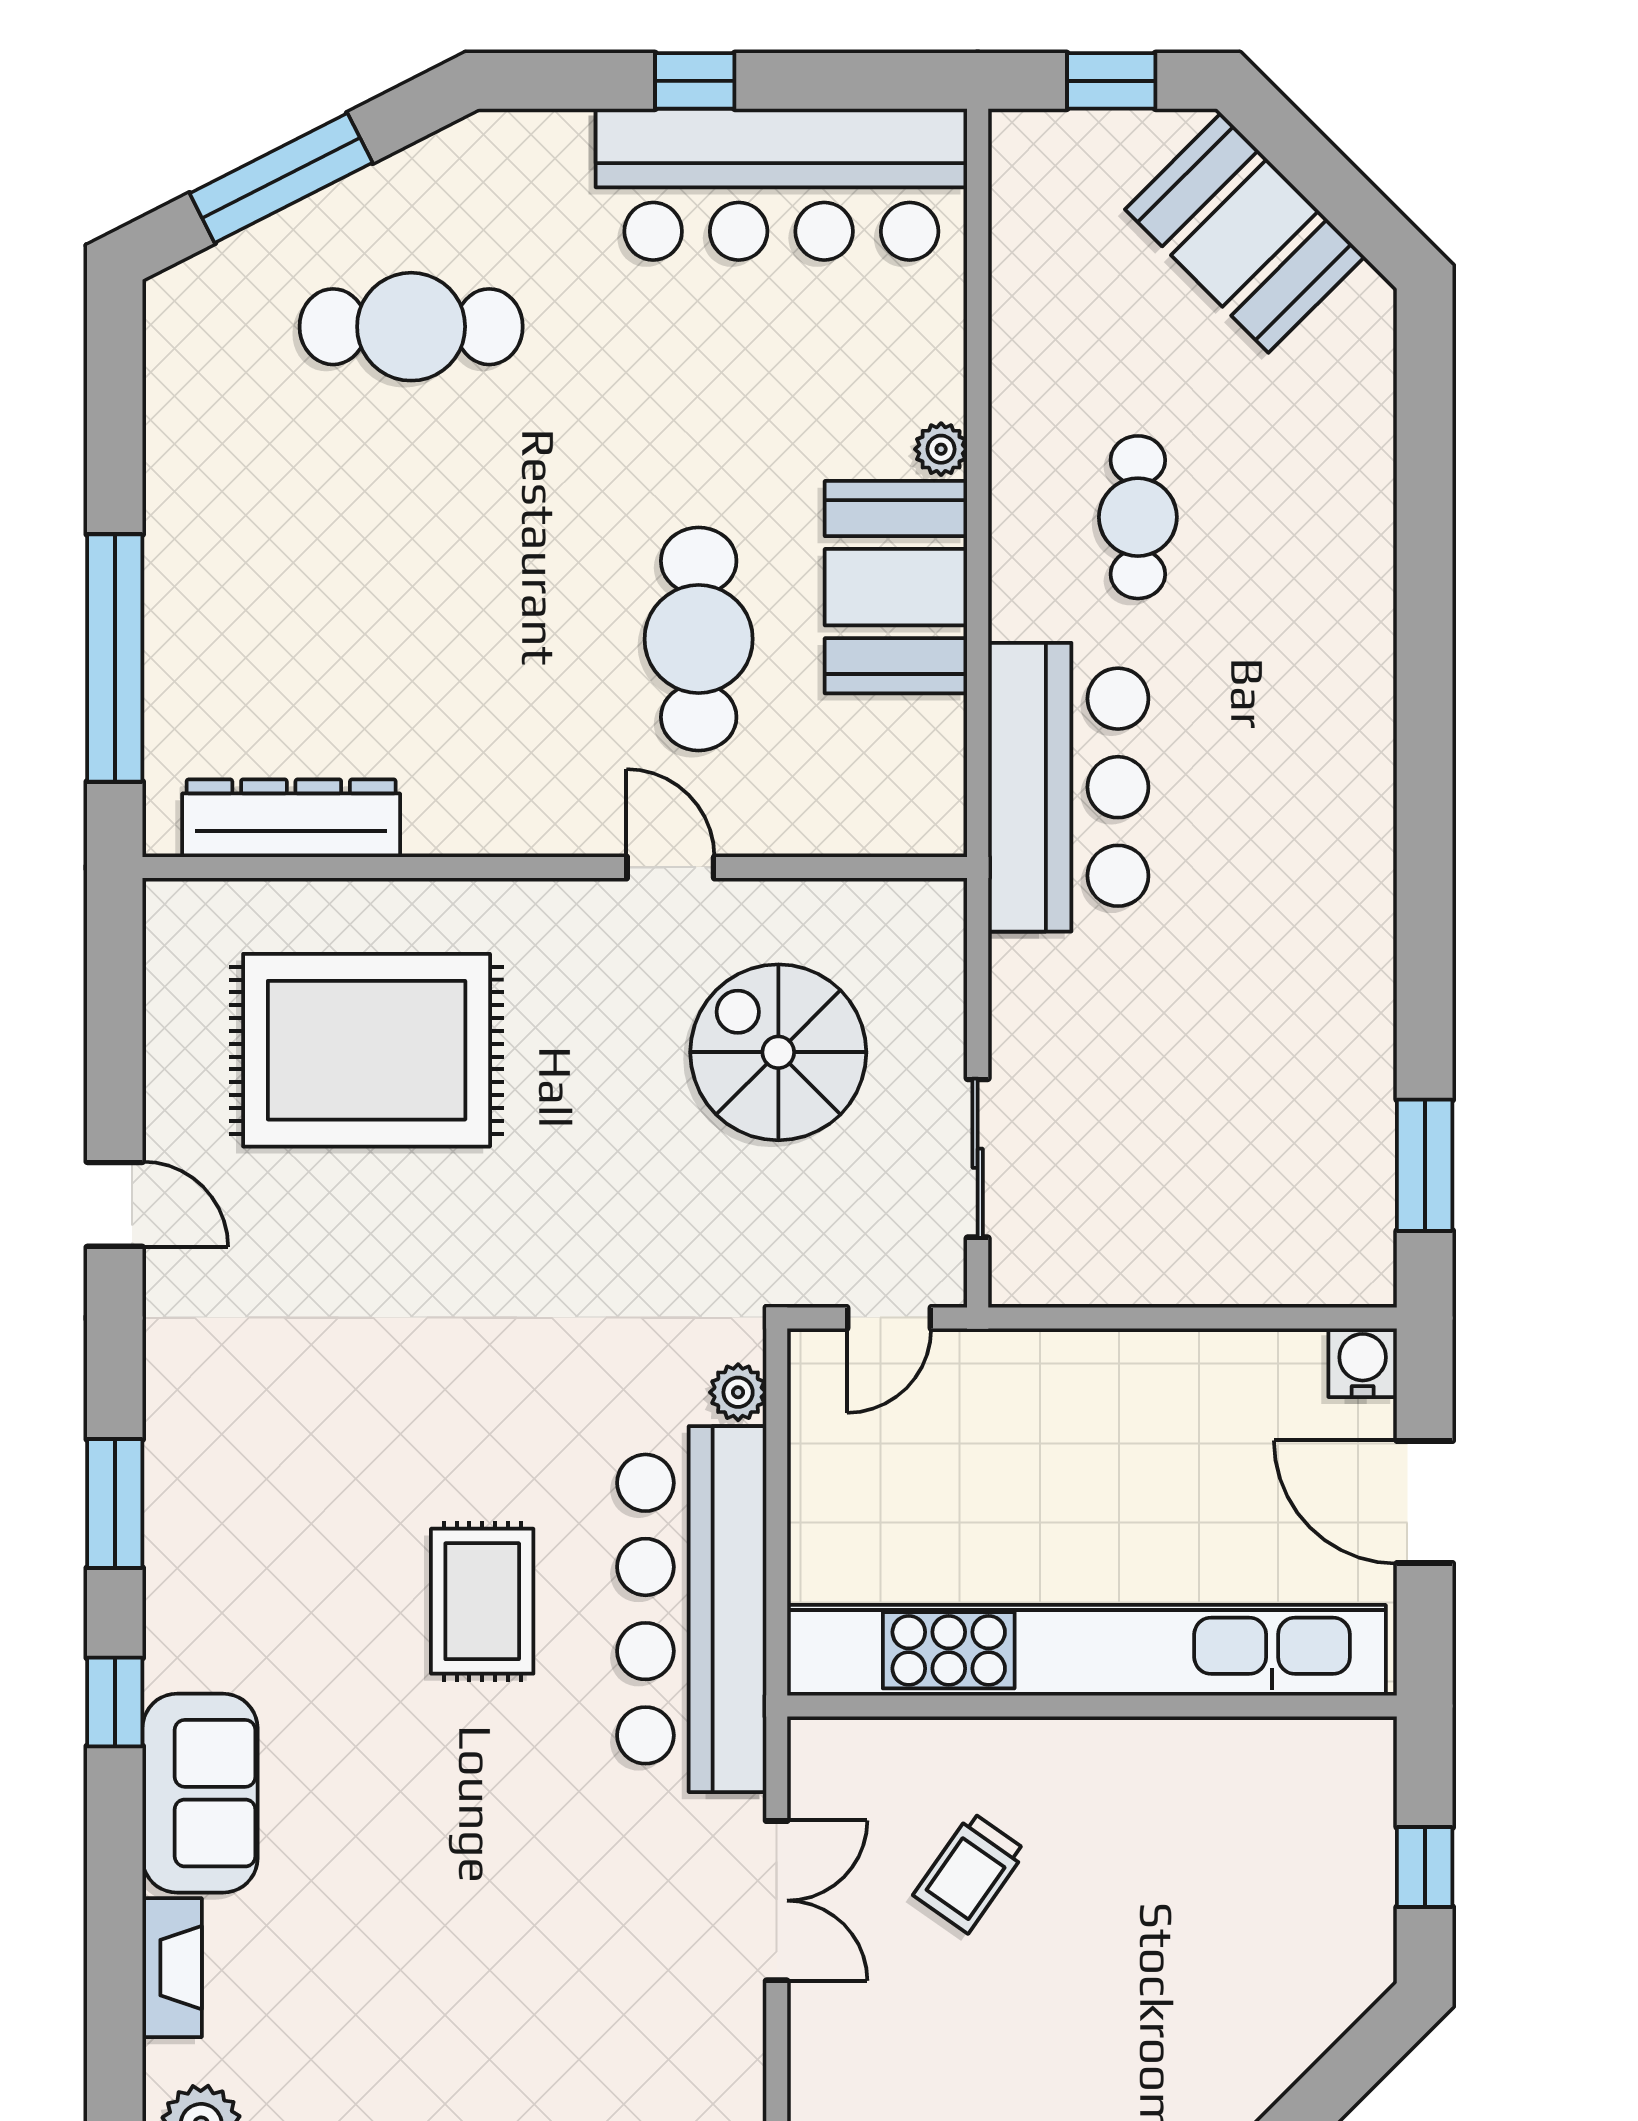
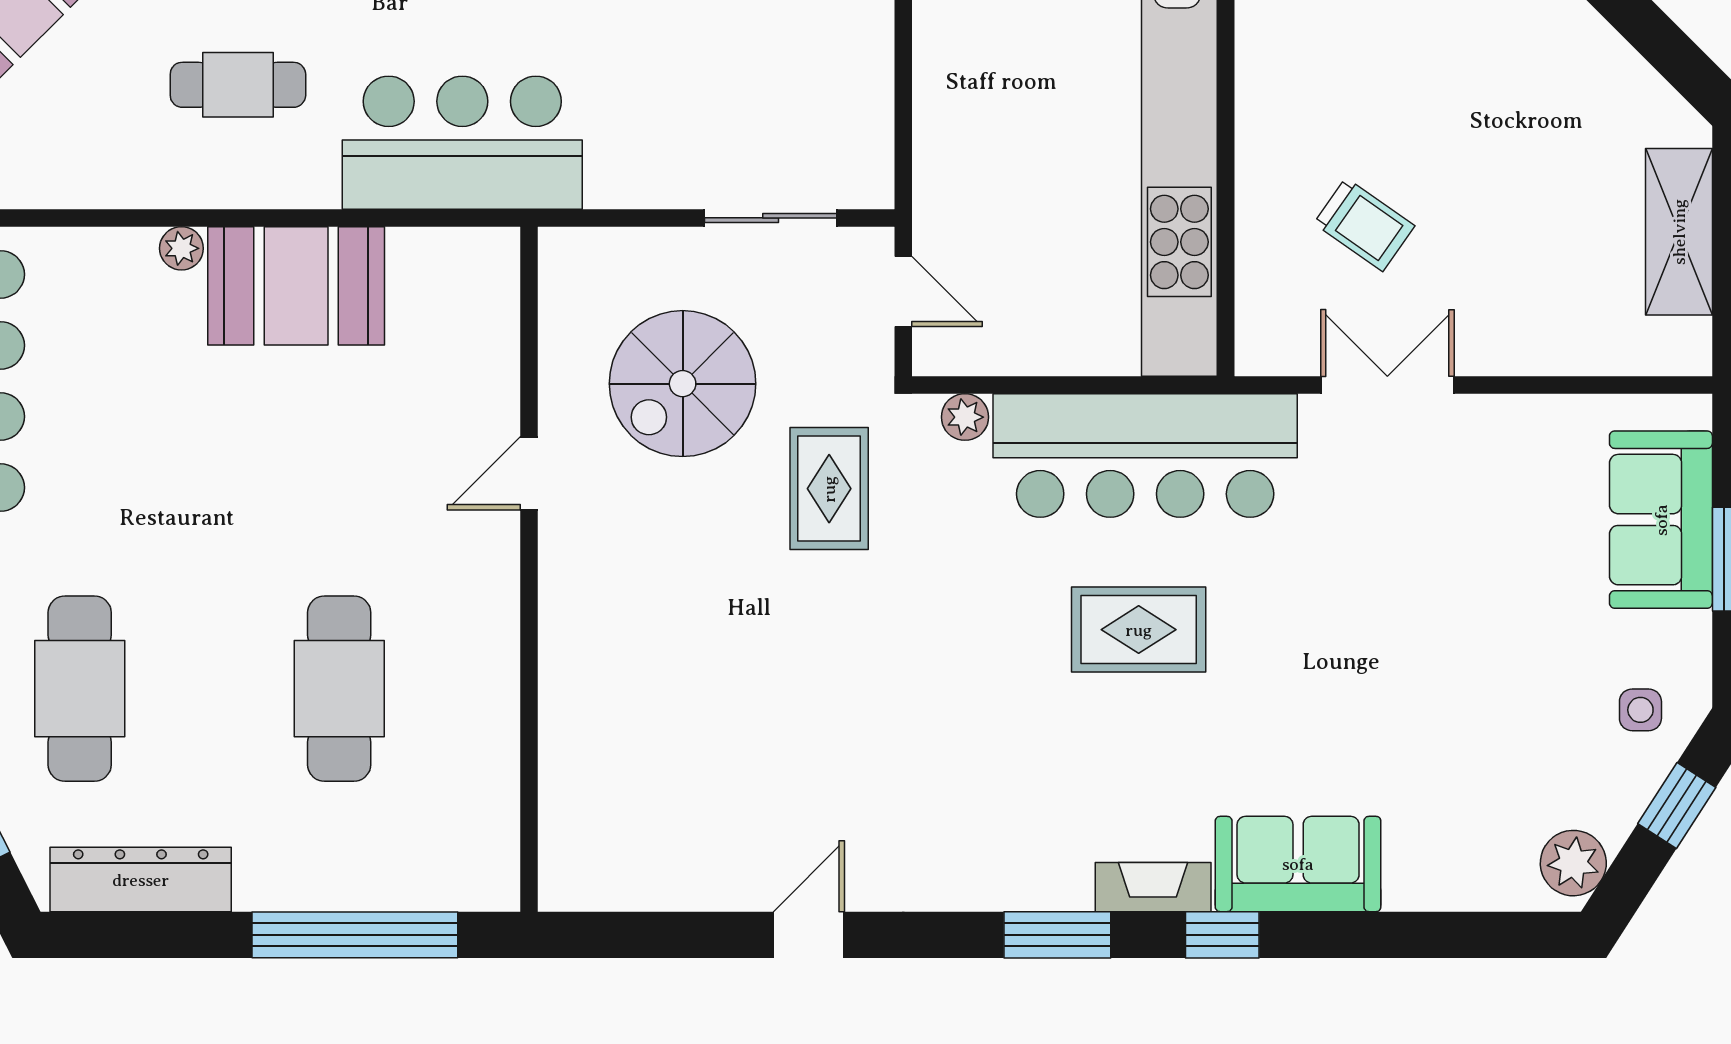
cafe table: (699, 639) -> (339, 689), moved, turned 90
dresser: (291, 818) -> (141, 880), moved, turned 90
rug: (367, 1050) -> (829, 489), moved, width x0.54, depth x0.49
fireplace: (172, 1968) -> (1153, 887), moved

